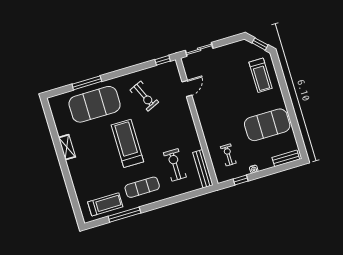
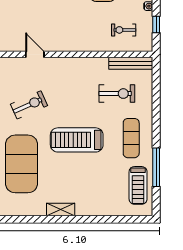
exercise bike: (175, 165) -> (117, 94), turned 180
treadmill: (105, 204) -> (138, 185), turned 180

